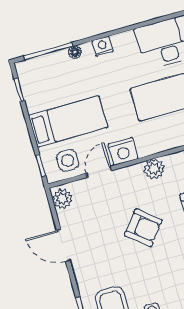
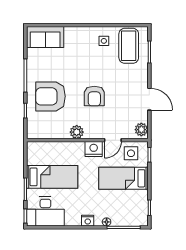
armchair: (143, 228) -> (94, 96), turned -129

